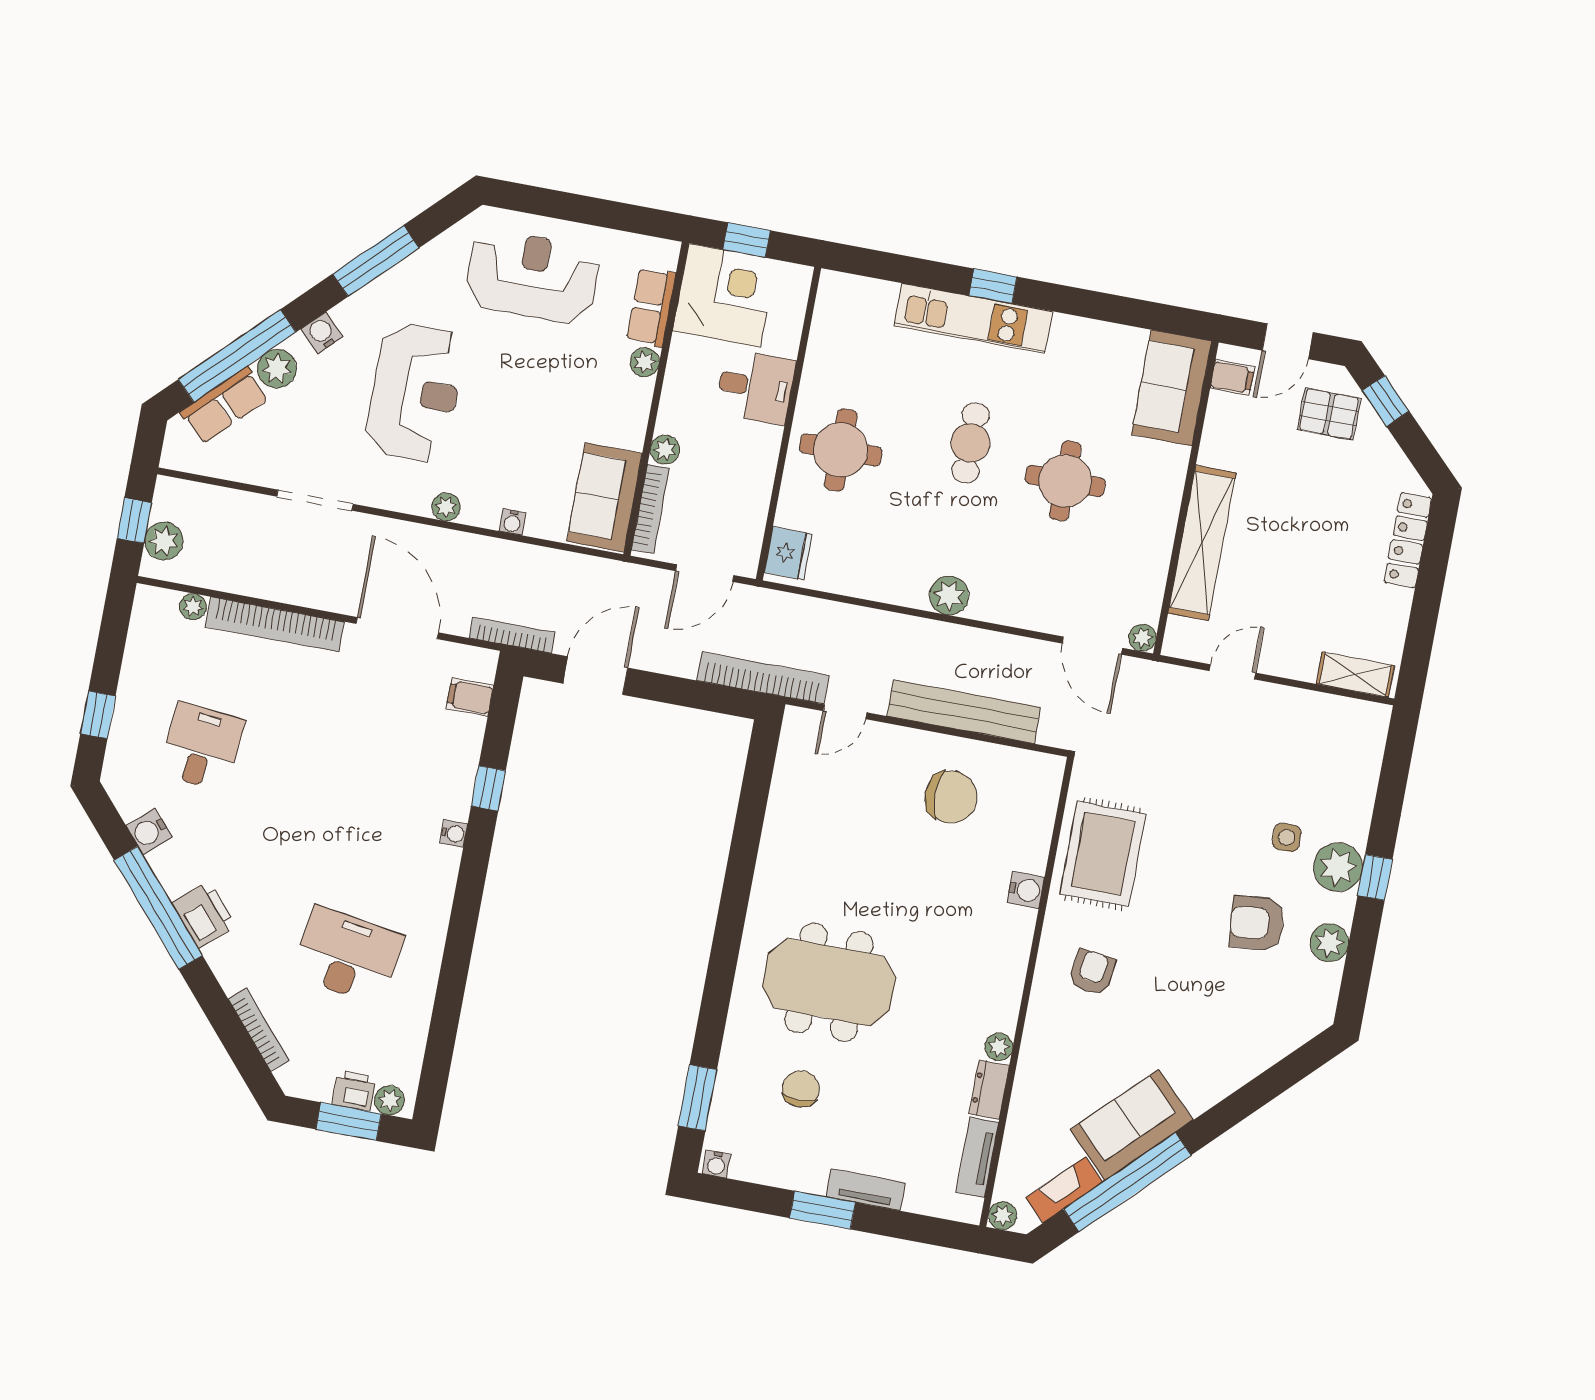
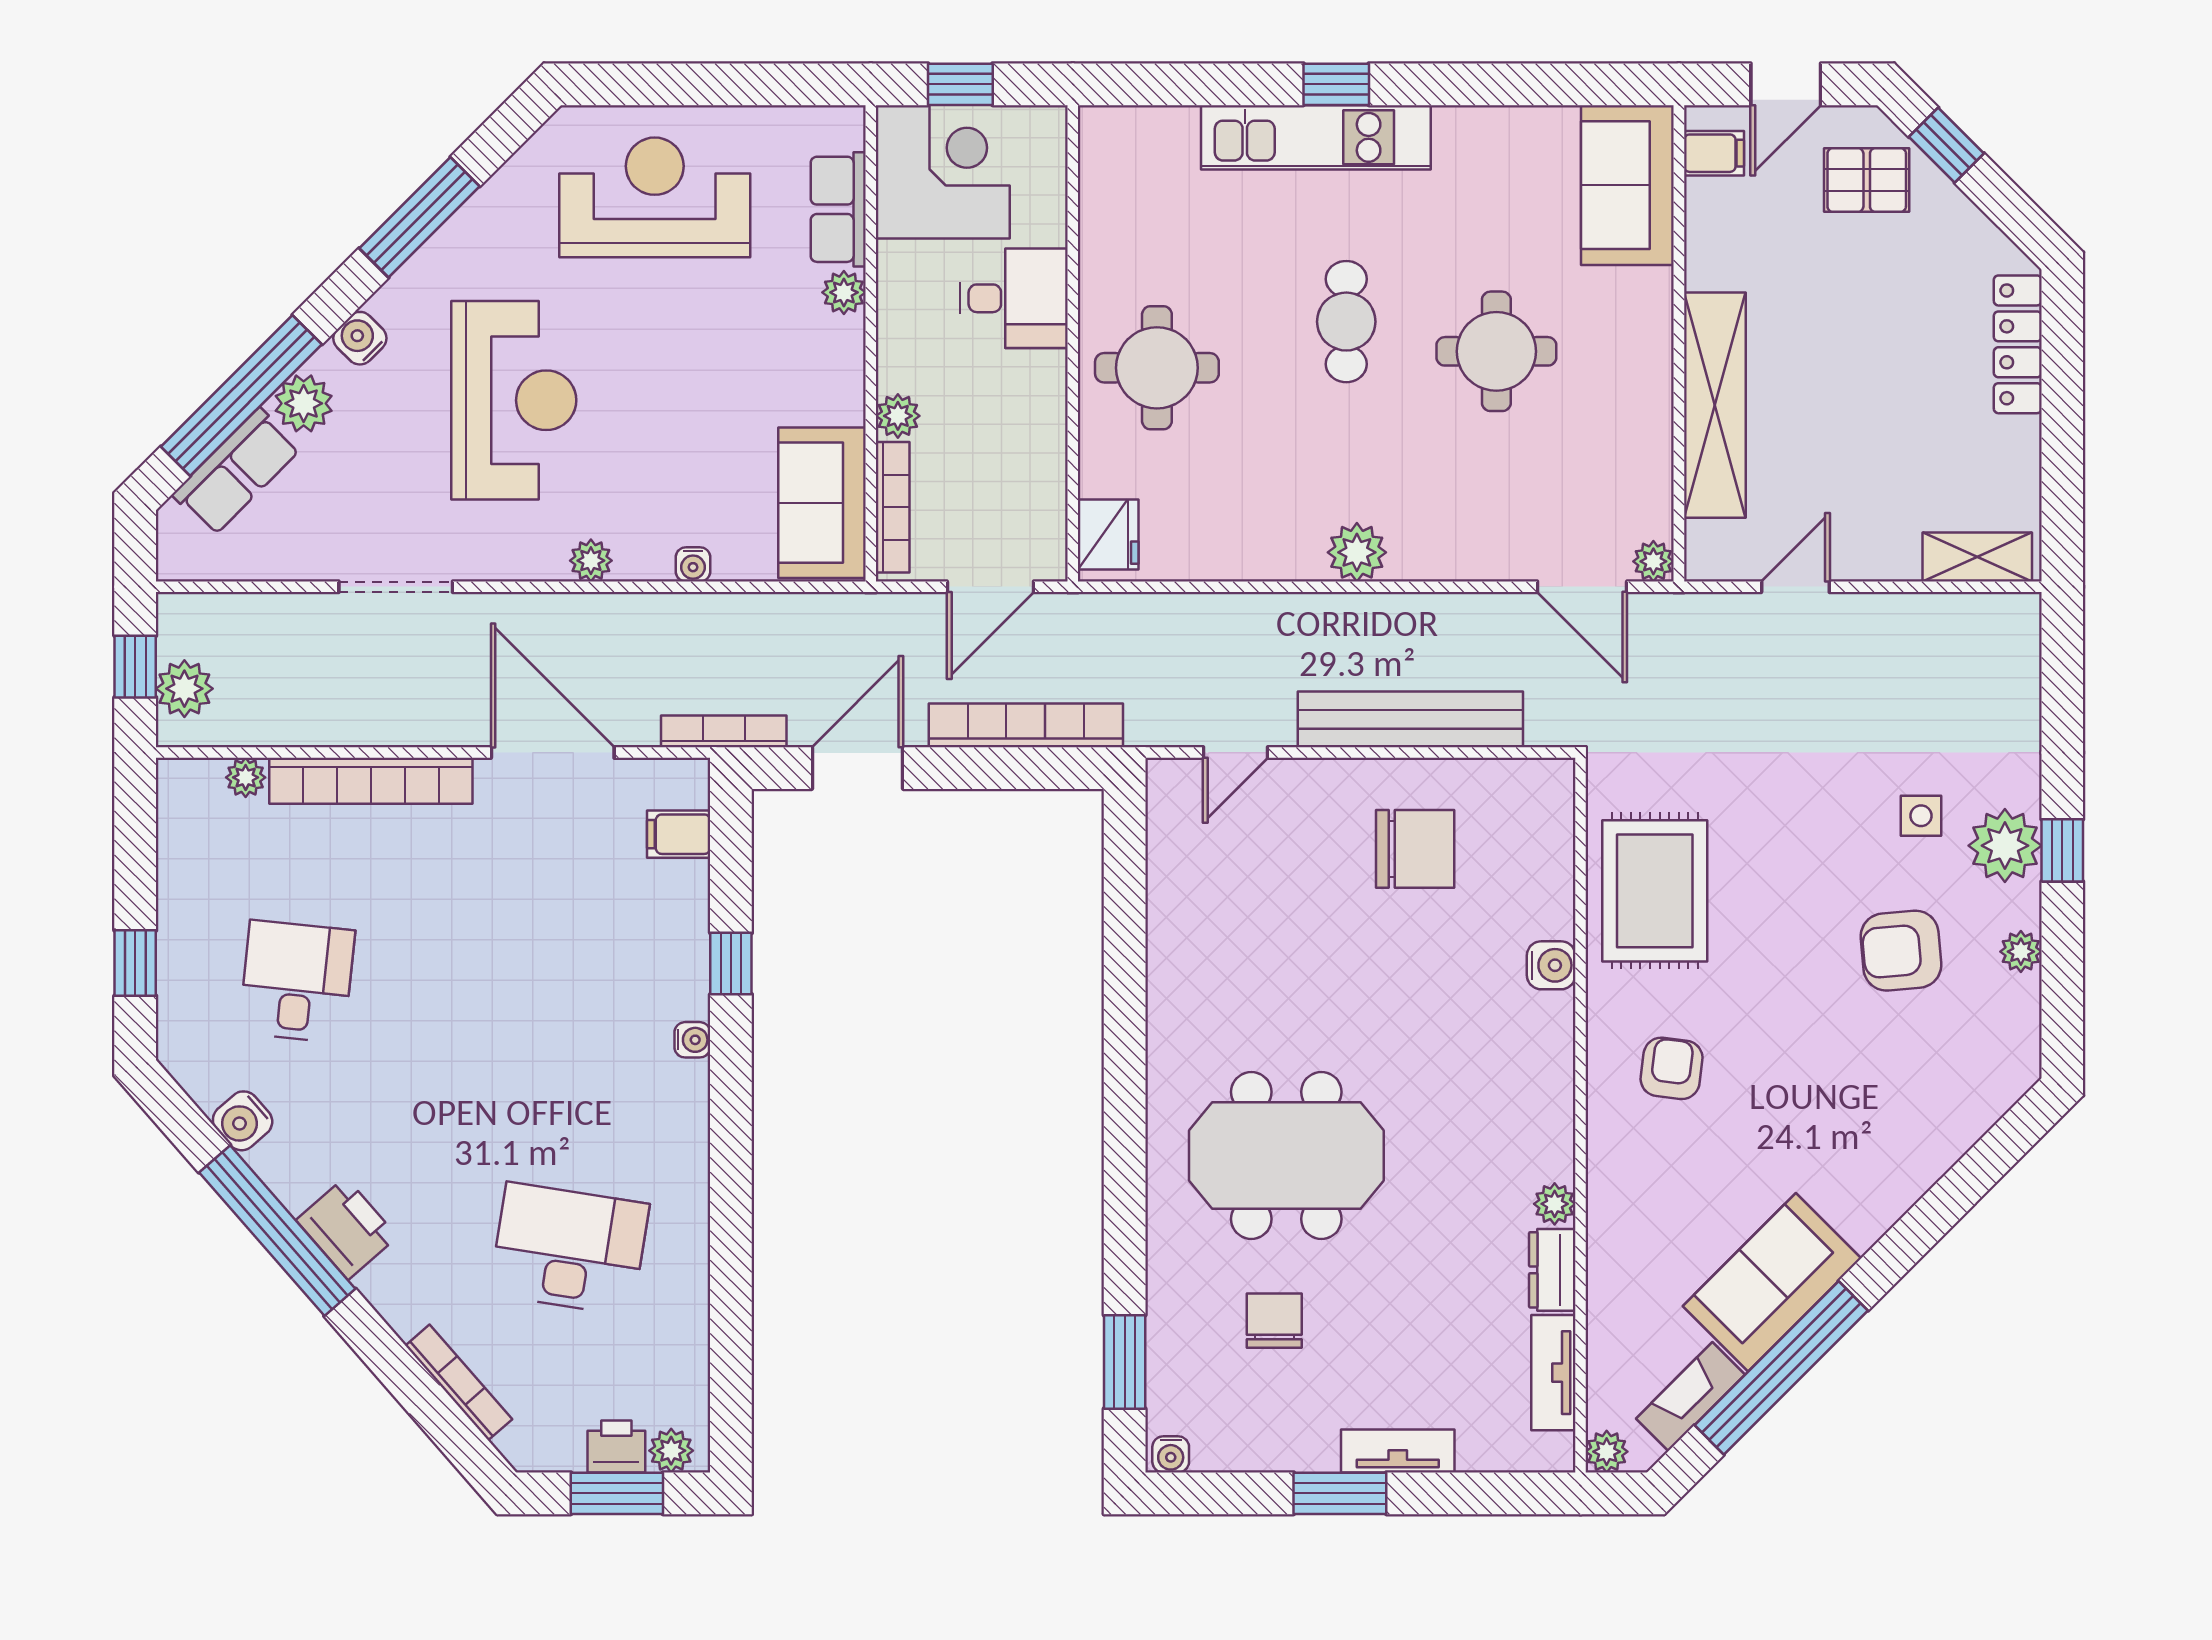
bookcase: (763, 678) -> (1026, 725), moved
plant: (1329, 943) -> (2021, 952), width x0.73, depth x0.73

